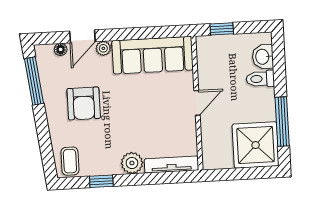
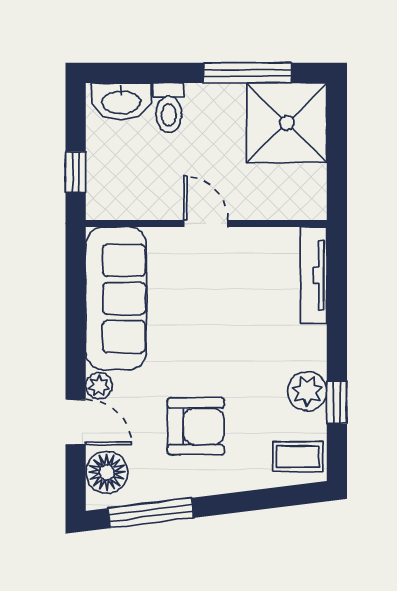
floor lamp: (61, 49) -> (107, 472), width x1.89, depth x1.89
washbasin: (263, 57) -> (121, 101), width x1.38
plant: (132, 163) -> (307, 391), moved

